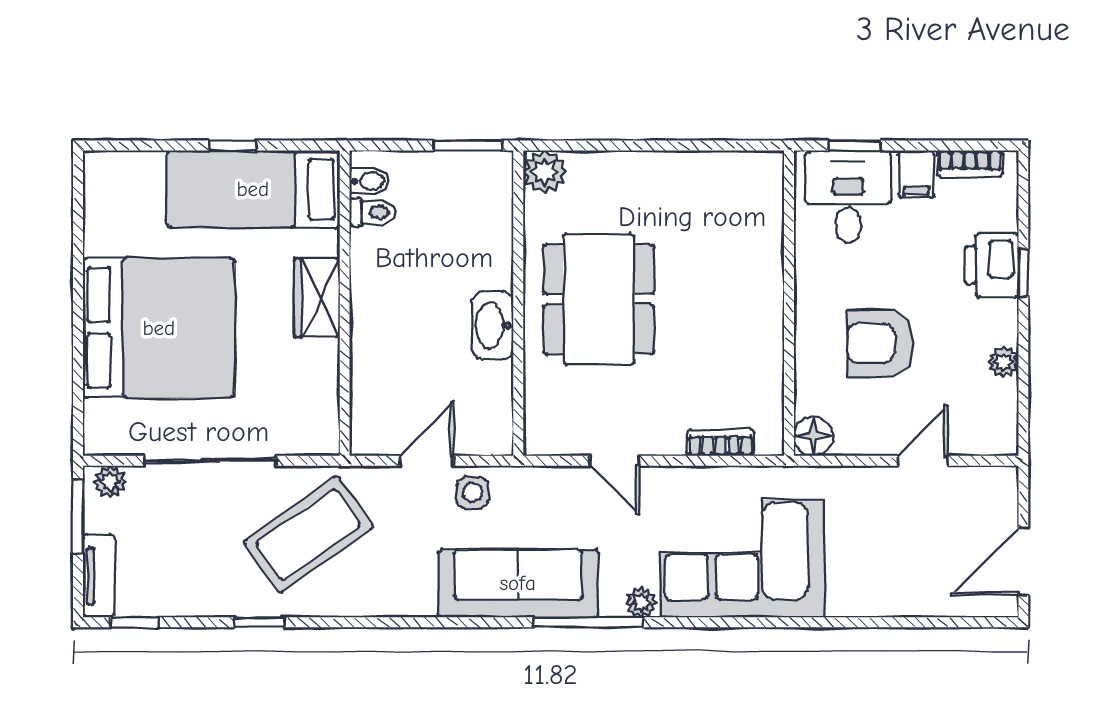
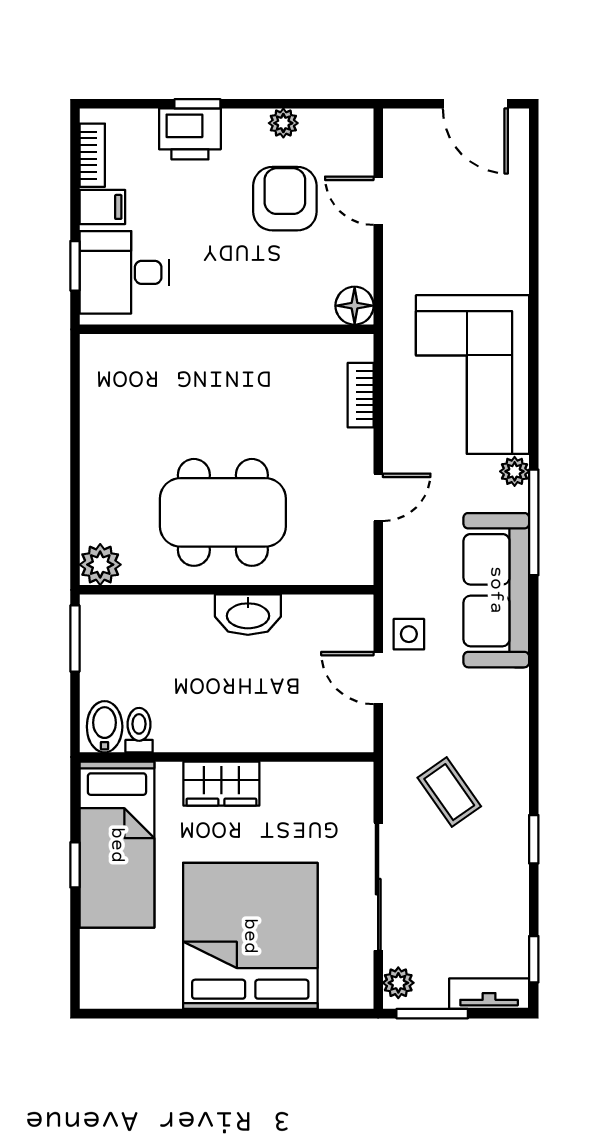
bidet: (369, 181) -> (105, 727), width x1.38, depth x1.36
armchair: (880, 343) -> (285, 199), moved, turned 180
coffee table: (308, 535) -> (449, 792), width x0.54, depth x0.58

